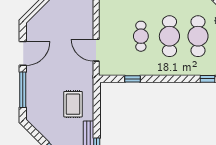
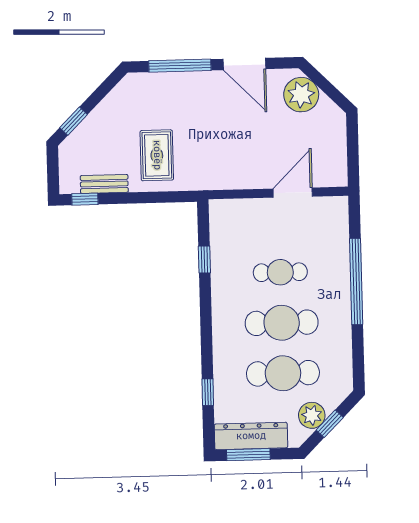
plant: (41, 22) -> (301, 95), added
door: (96, 50) -> (293, 193), moved
rug: (73, 104) -> (157, 155), turned 90

